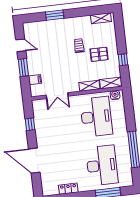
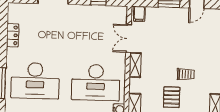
filing cabinet: (35, 80) -> (139, 14), moved
shelving: (89, 86) -> (135, 65), moved

